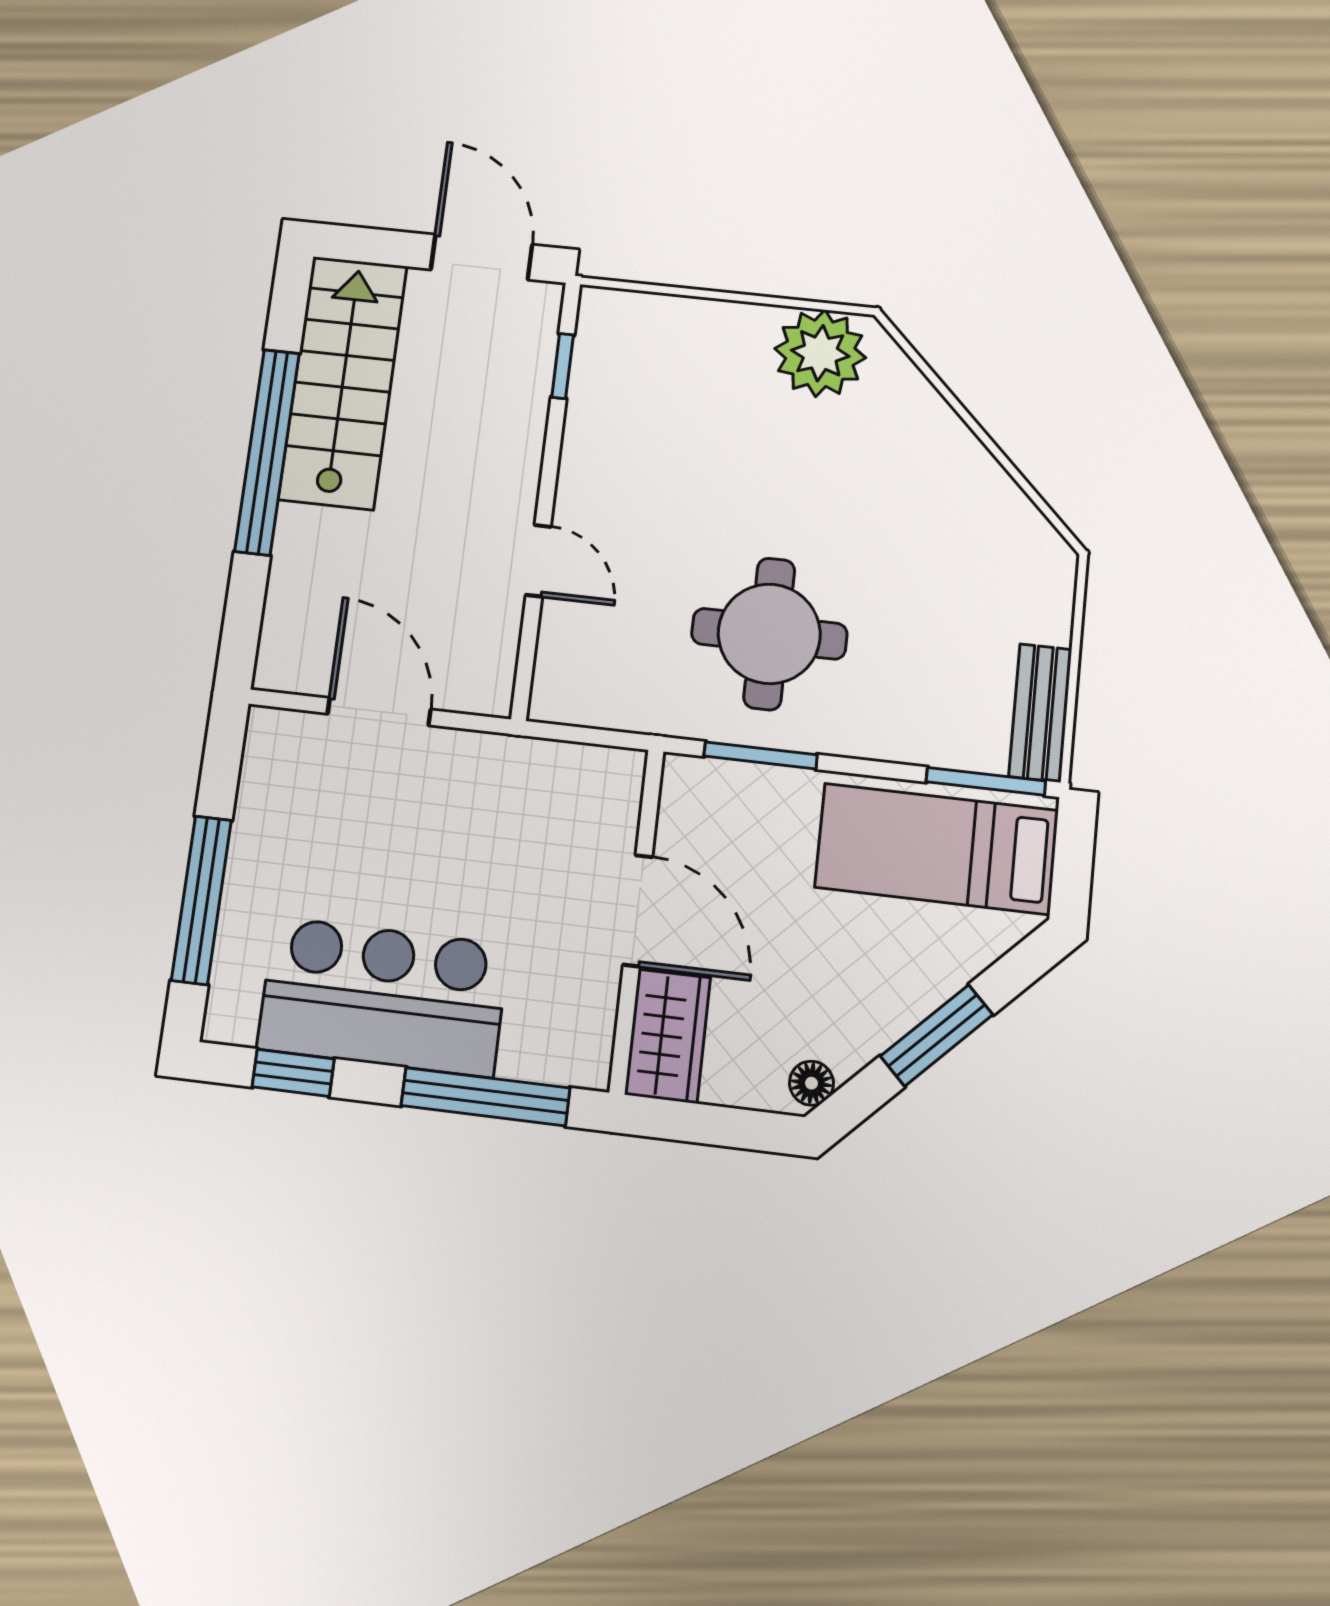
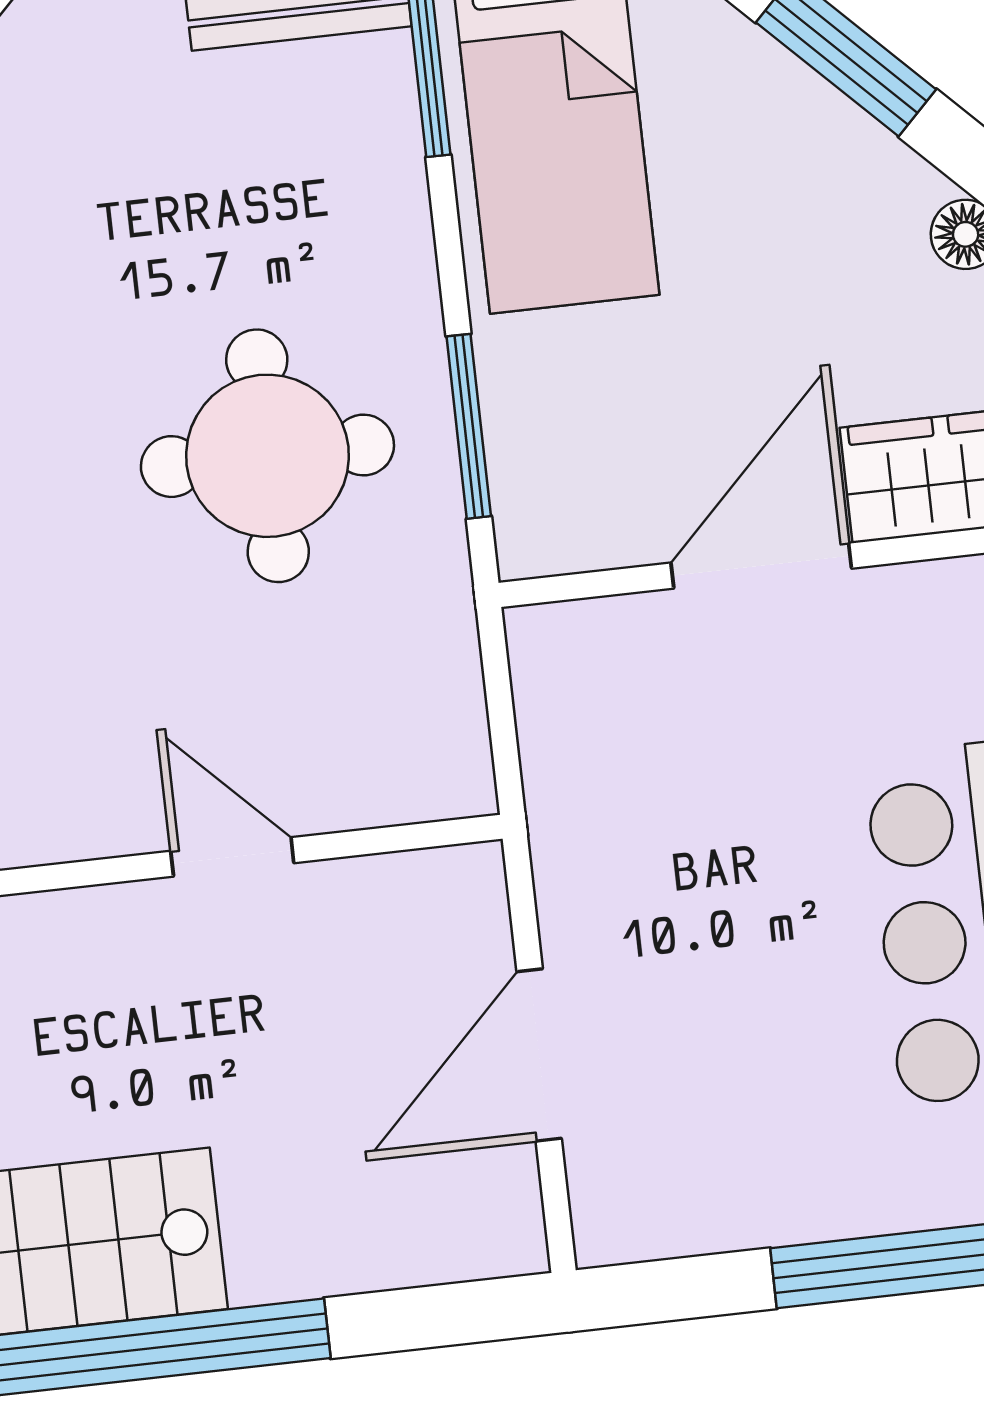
door: (538, 561) -> (232, 857), hinge flipped

